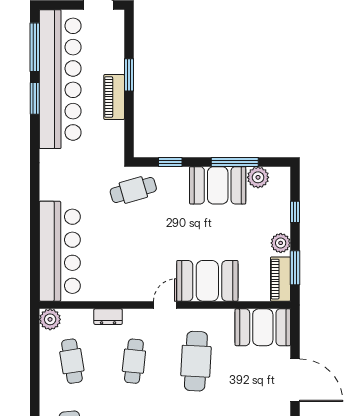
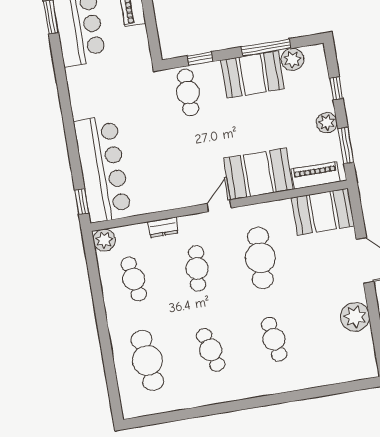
cafe table: (133, 190) -> (188, 92), moved, turned -74
window: (35, 279) -> (82, 202), added
piano: (281, 279) -> (316, 175), moved, turned 90

